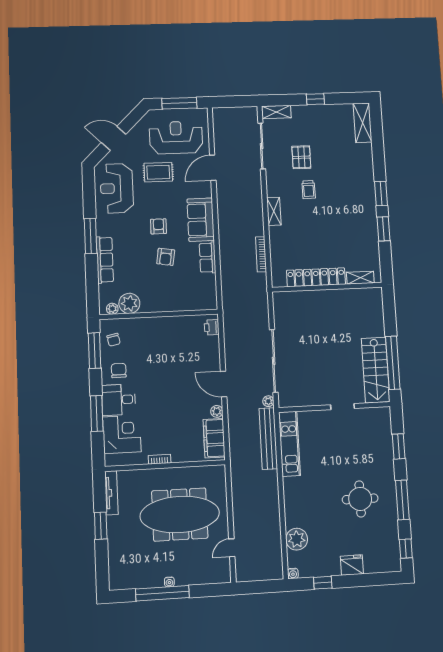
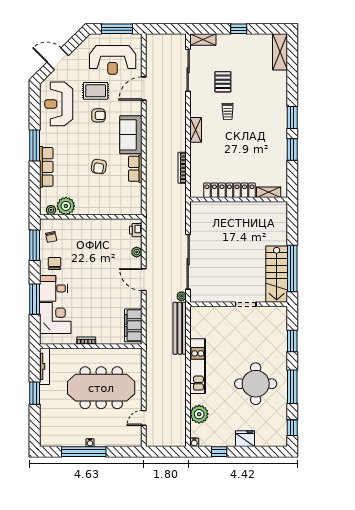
reception desk: (176, 138) -> (113, 60), turned 180
armchair: (159, 226) -> (98, 115), moved, turned 90
plant: (217, 411) -> (137, 252), moved
kitchen unit: (290, 444) -> (198, 366), moved
round table: (360, 499) -> (256, 384), width x1.36, depth x1.36

